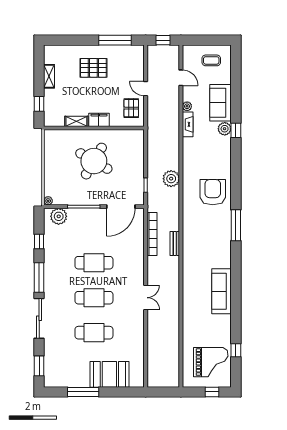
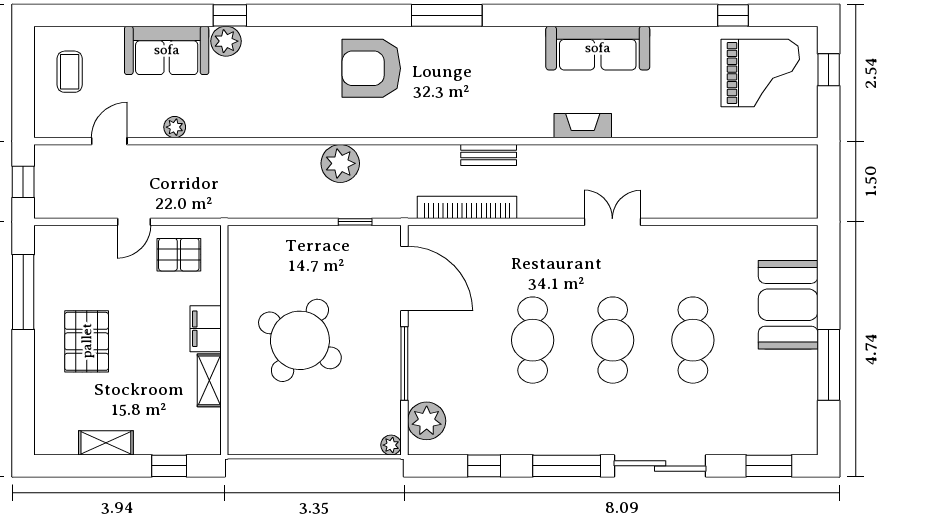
fireplace: (188, 124) -> (583, 126), moved
grand piano: (211, 362) -> (760, 73), turned 90

